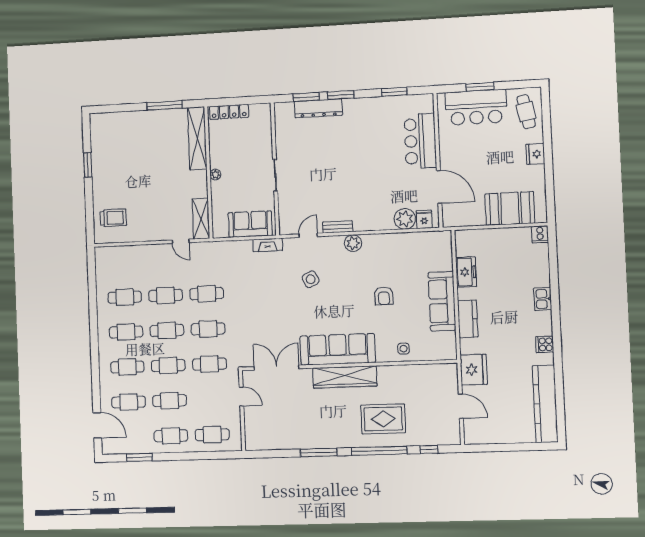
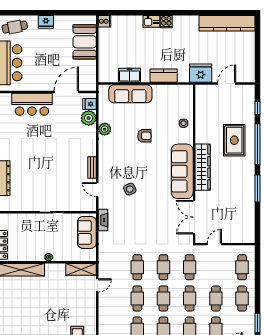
plant: (353, 243) -> (105, 129), moved
sofa: (442, 301) -> (130, 94), moved
cooker: (545, 344) -> (166, 22), moved

